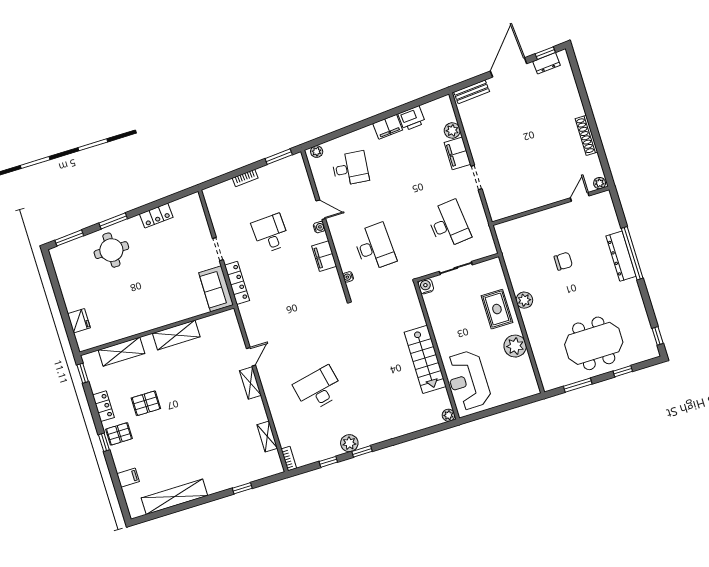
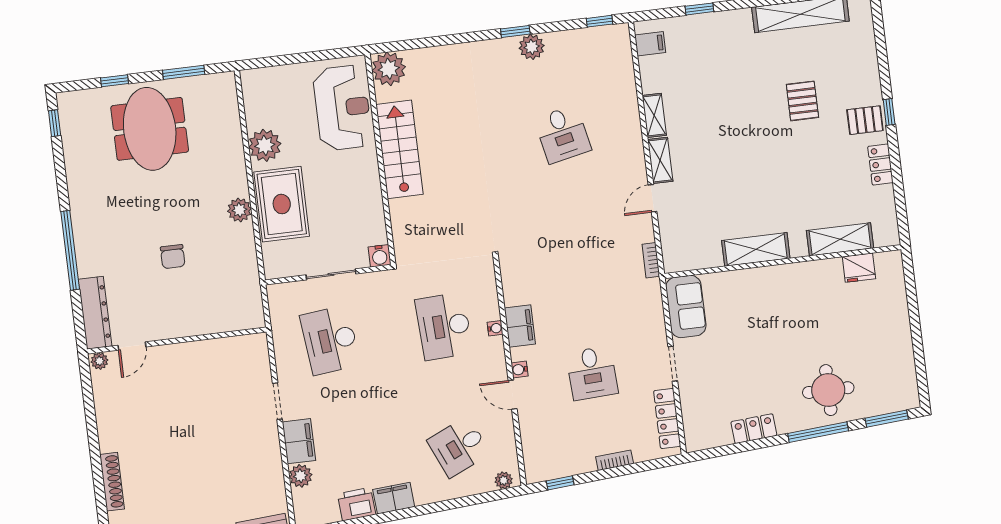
shoe rack: (586, 135) -> (112, 482), moved
window: (279, 157) -> (560, 483), width x0.67
desk: (350, 168) -> (459, 447), turned -30
window: (113, 221) -> (818, 432), width x1.44
dresser: (621, 256) -> (95, 313), moved
chair: (563, 261) -> (173, 257), turned -90
water cooler: (348, 277) -> (495, 328), moved
locker: (237, 283) -> (667, 418), moved
rug: (497, 309) -> (282, 204), width x1.36, depth x1.43
fridge: (79, 321) -> (859, 268), moved, turned -90
meeting table: (594, 343) -> (150, 129), turned 90
window: (83, 373) -> (902, 218), removed
desk: (318, 389) -> (563, 134), width x0.73
pallet: (146, 403) -> (802, 101), moved, turned 90
plant: (449, 415) -> (389, 69), width x1.88, depth x1.88
shelving: (267, 437) -> (654, 115), moved
bookcase: (289, 459) -> (651, 260), moved
window: (328, 462) -> (600, 21), moved
filing cabinet: (128, 478) -> (650, 44), moved, turned 180

